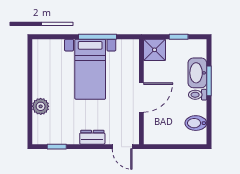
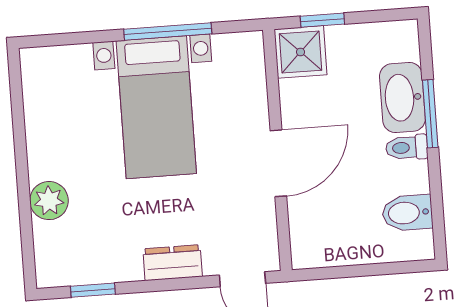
window: (179, 37) -> (322, 20), moved

